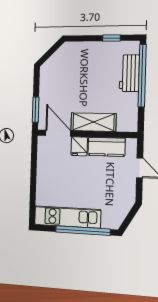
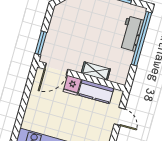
shelving: (93, 122) -> (96, 71), width x0.67, depth x0.75
door: (58, 133) -> (56, 69), swing flipped

